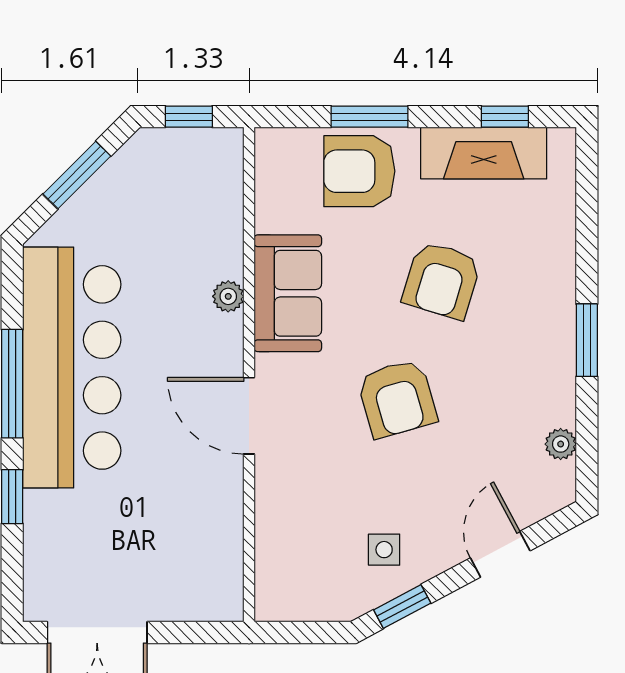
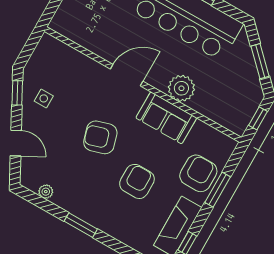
armchair: (442, 280) -> (137, 181), turned 73
plant: (228, 296) -> (181, 88), width x1.88, depth x1.88

